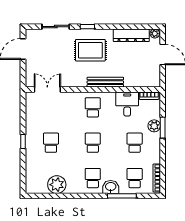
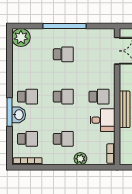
desk: (127, 104) -> (103, 120), moved
window: (163, 128) -> (79, 167), removed
window: (23, 141) -> (65, 26), width x3.17
plant: (57, 185) -> (21, 37), moved
window: (122, 196) -> (10, 112), moved

